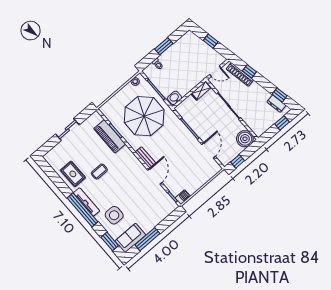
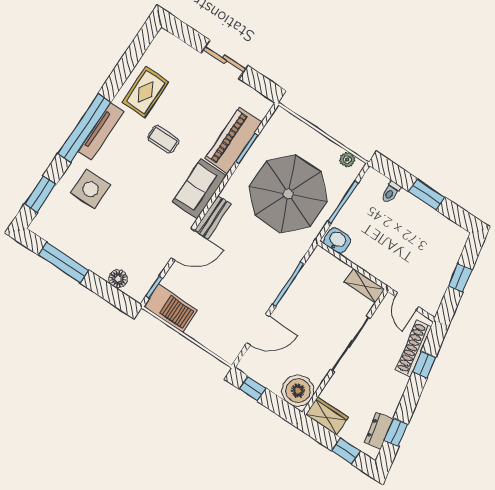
wardrobe: (262, 128) -> (327, 416), added
barbecue: (183, 197) -> (171, 308), width x1.88, depth x1.53
floor lamp: (163, 214) -> (118, 279), added
sofa: (130, 238) -> (199, 189), moved, turned -90

